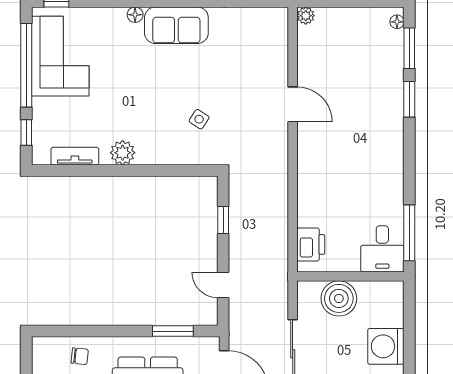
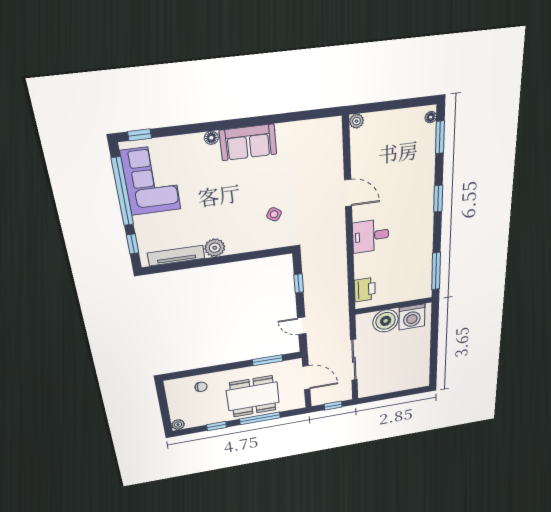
window: (409, 99) -> (438, 199), moved
tv unit: (75, 156) -> (176, 256), width x1.41
desk: (382, 249) -> (371, 236), moved, turned 90
washing machine: (386, 346) -> (412, 317), moved, turned -90

